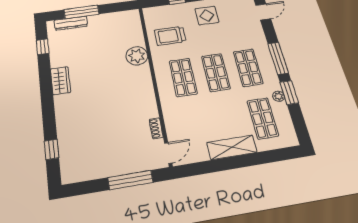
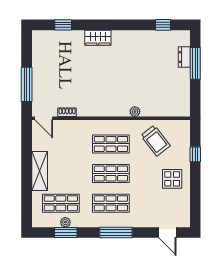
dresser: (71, 23) -> (184, 57), width x0.70
trolley: (170, 36) -> (155, 141), turned 142
plant: (137, 56) -> (135, 112), width x0.53, depth x0.53
wardrobe: (60, 81) -> (98, 38), moved
window: (289, 92) -> (66, 232), moved
plant: (279, 96) -> (65, 222), moved

